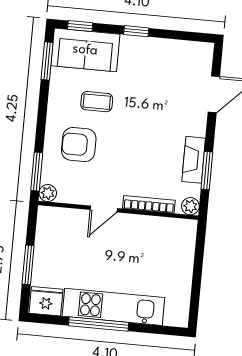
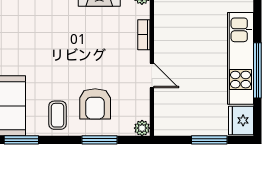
coffee table: (97, 102) -> (58, 115), moved
window: (37, 172) -> (100, 140), moved
bookcase: (149, 204) -> (144, 35), width x0.64

